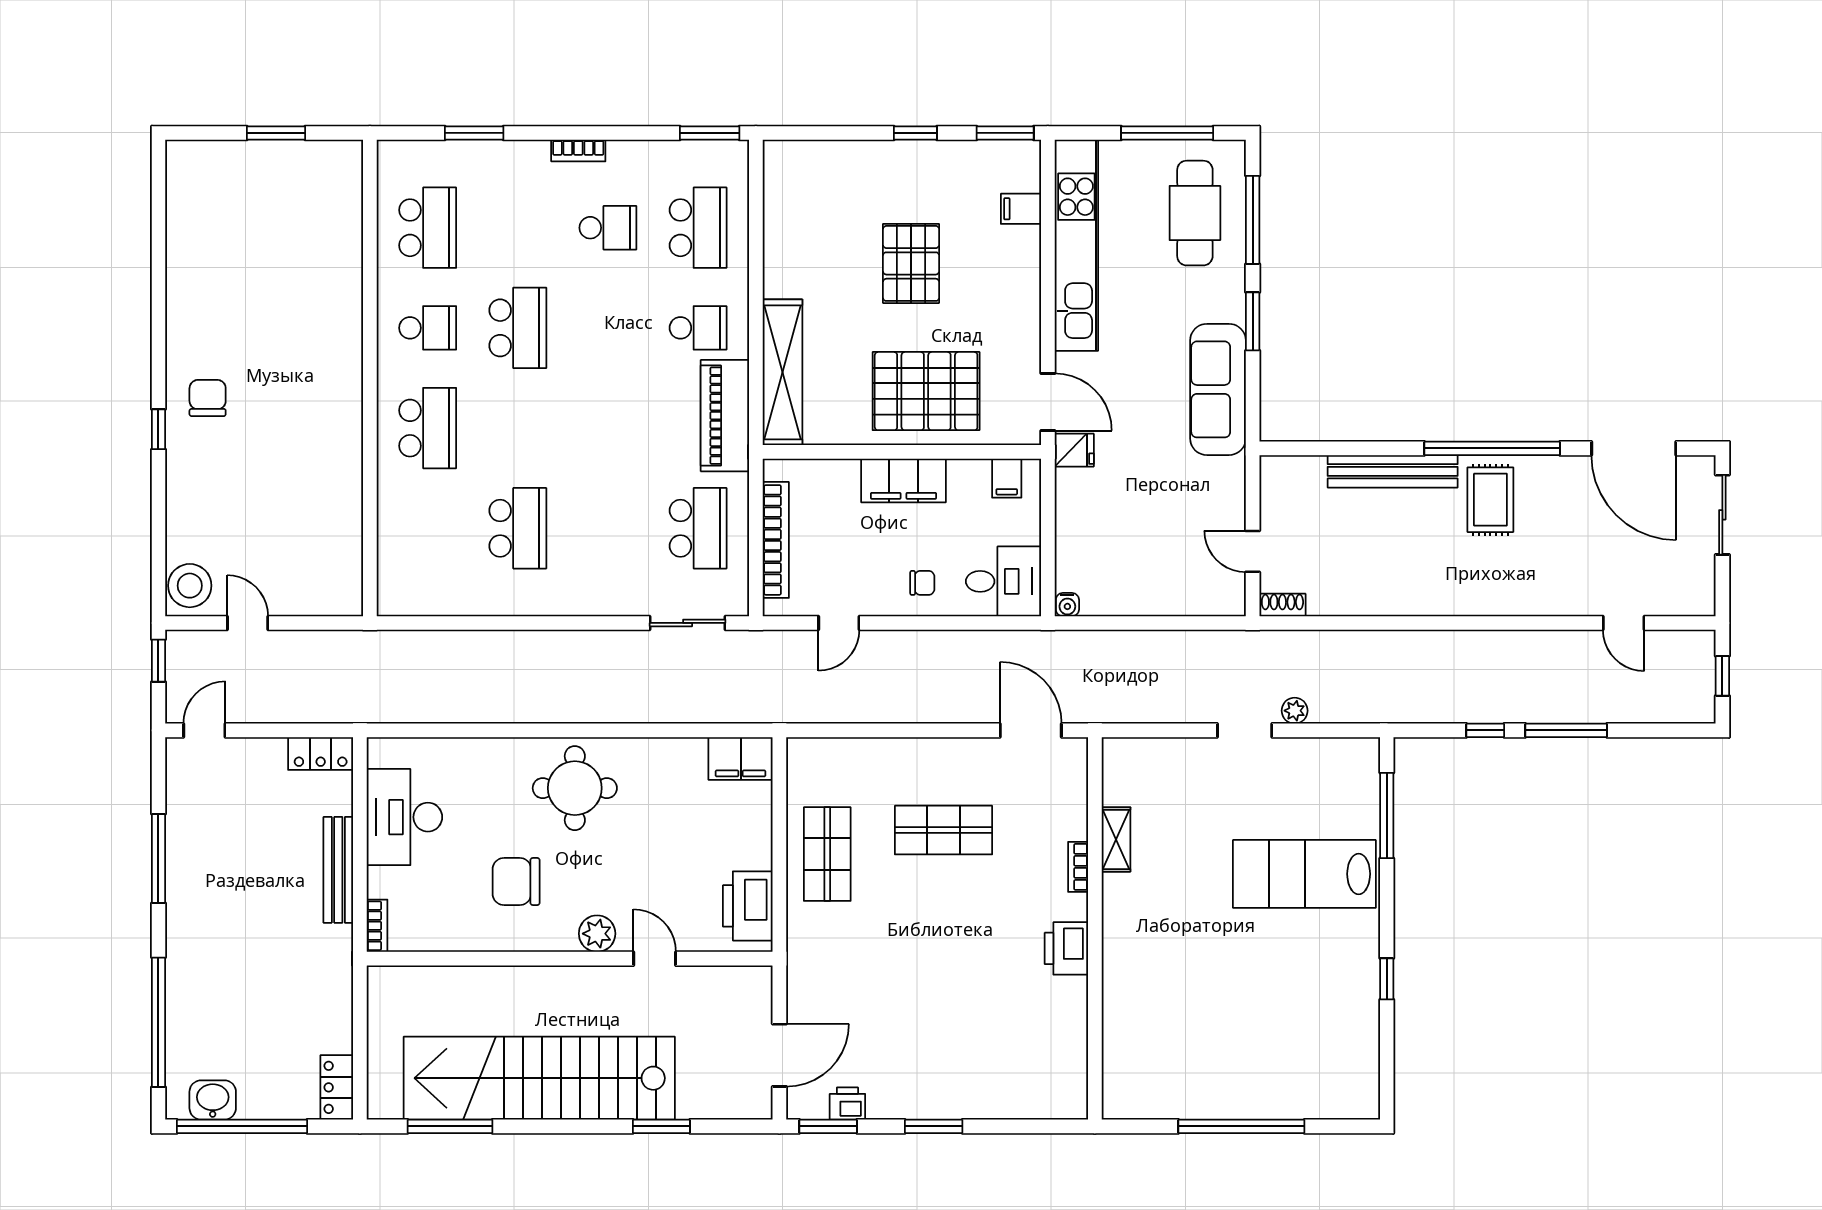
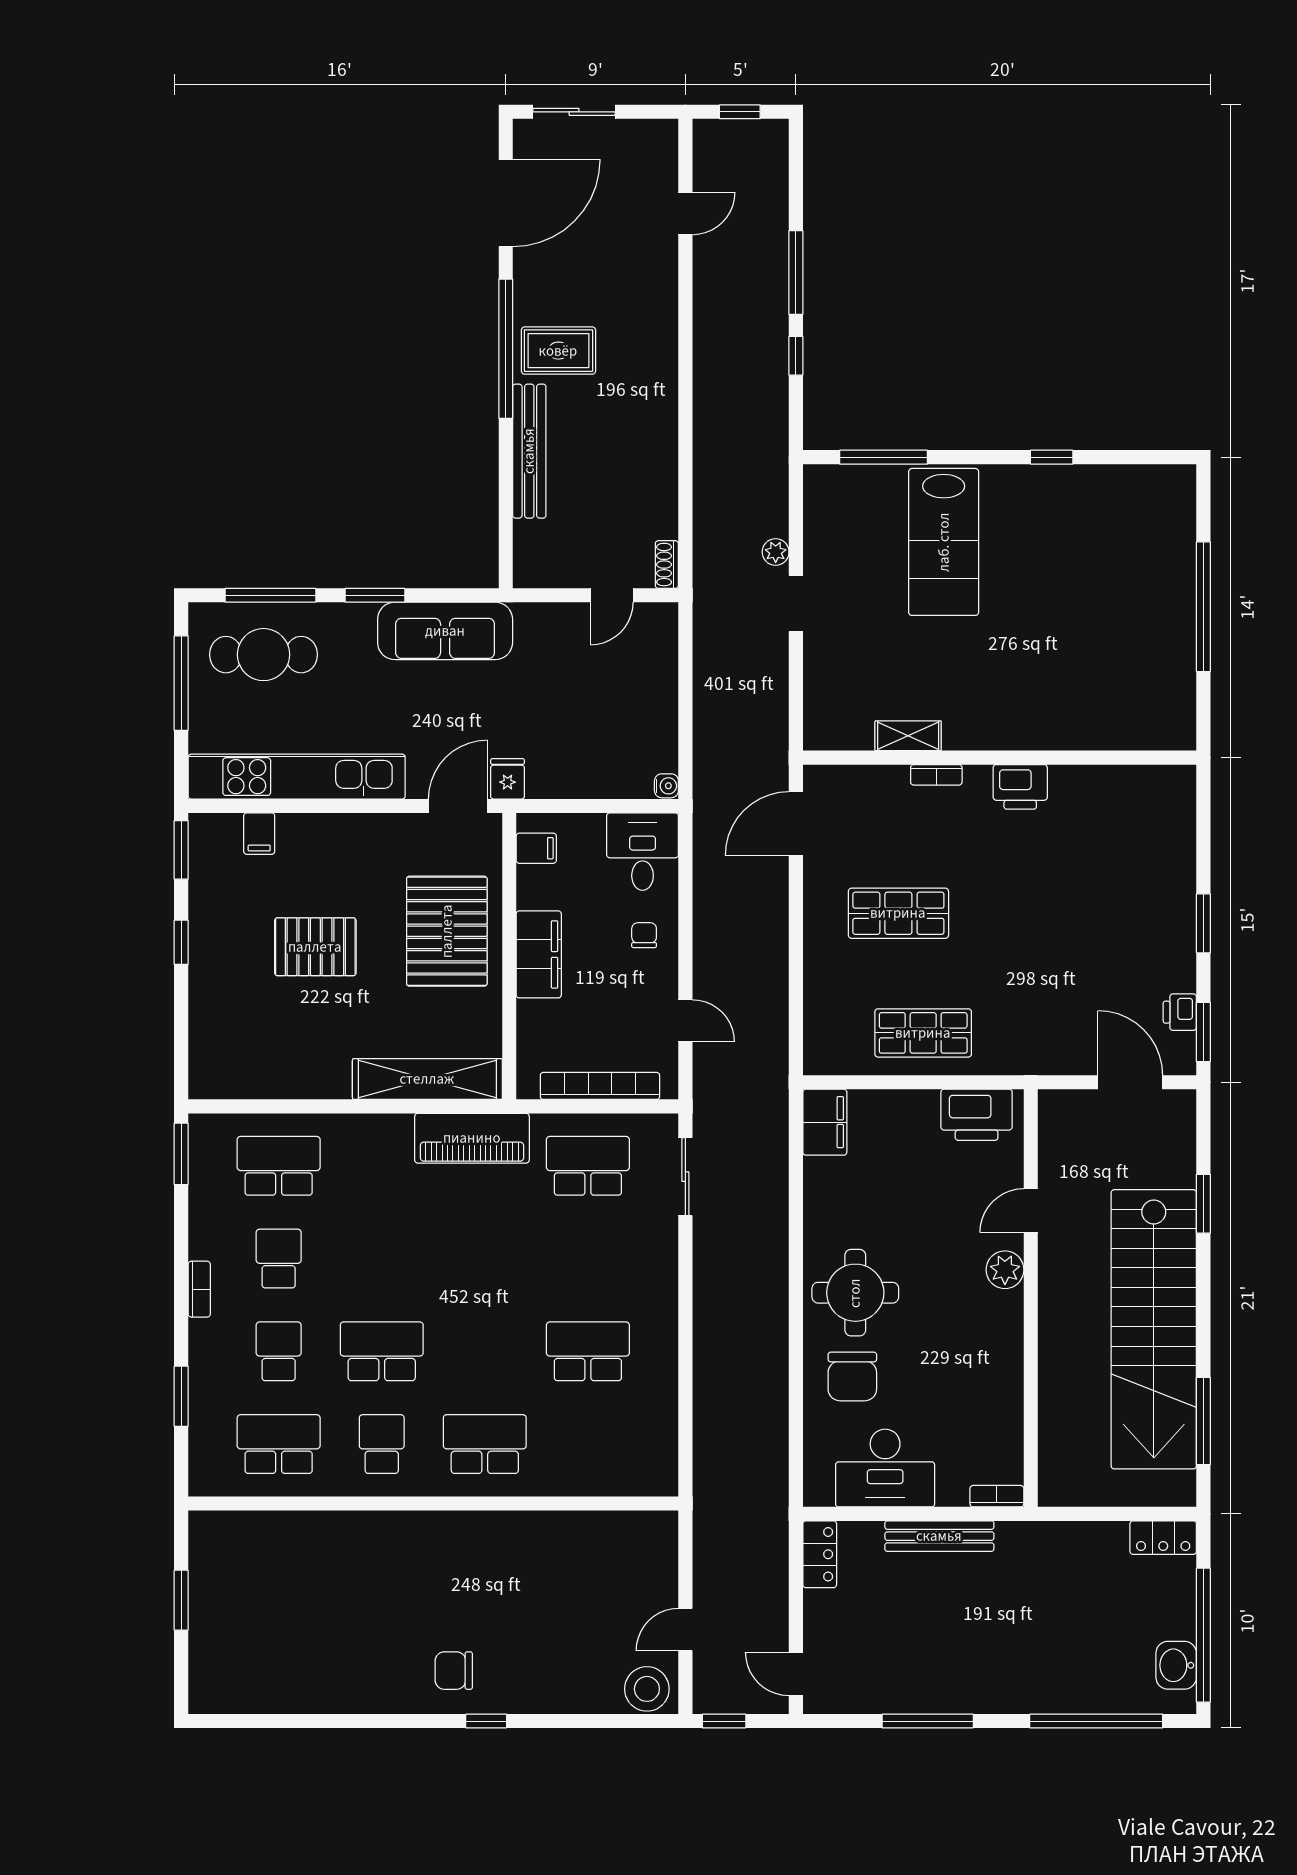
school desk: (698, 328) -> (279, 1351), moved
shop shelf: (944, 830) -> (898, 913), turned 90
chair: (516, 882) -> (852, 1376), moved

